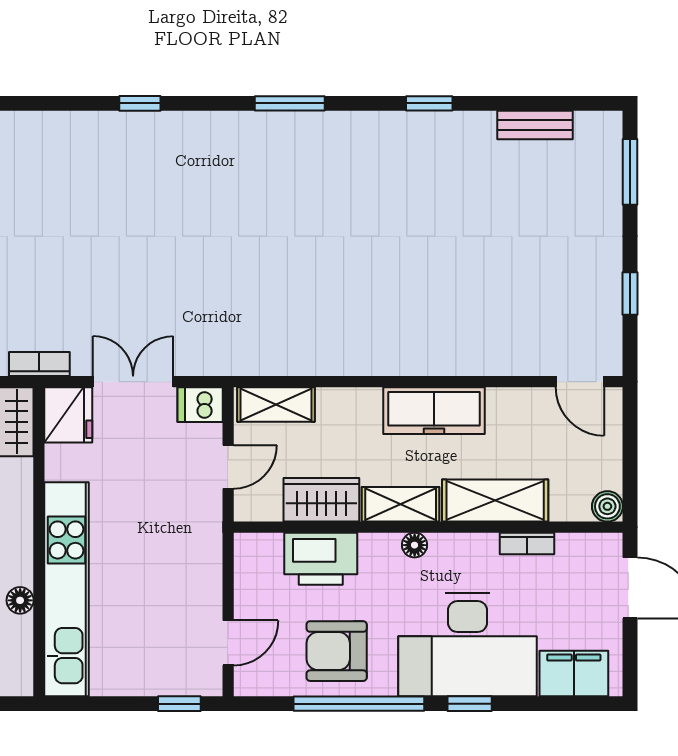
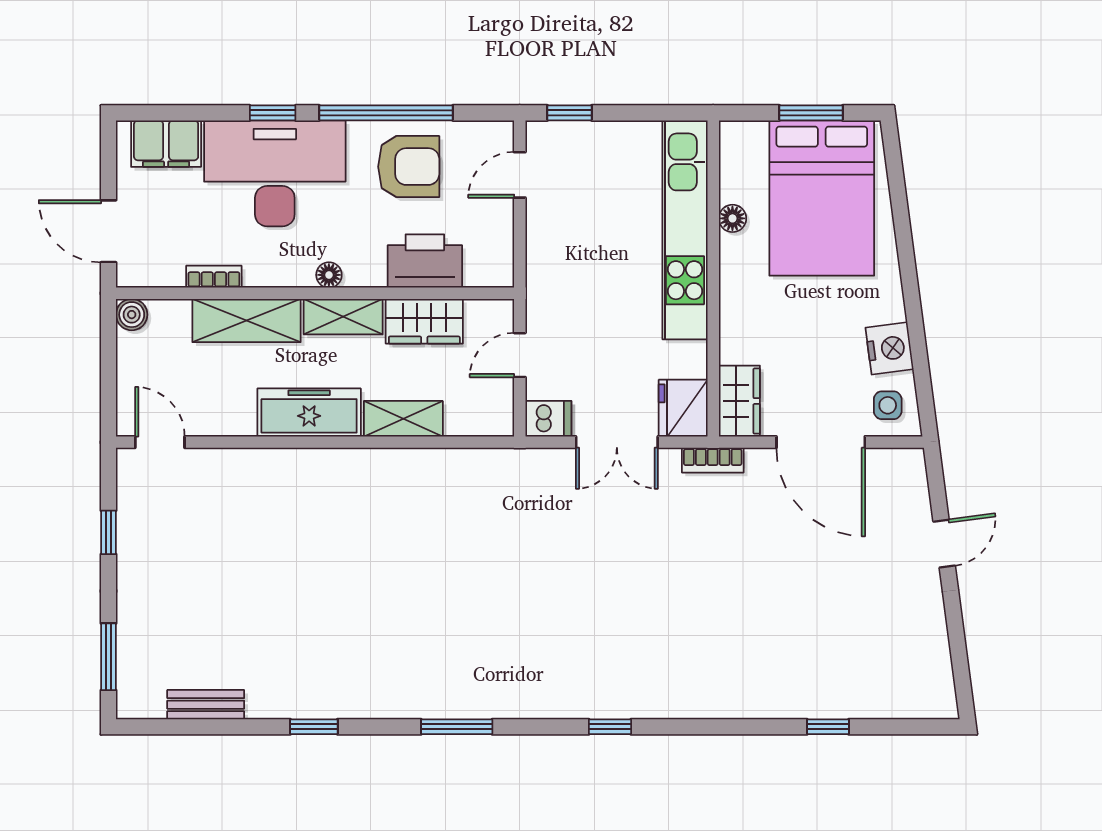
shelving: (276, 404) -> (403, 419), moved

